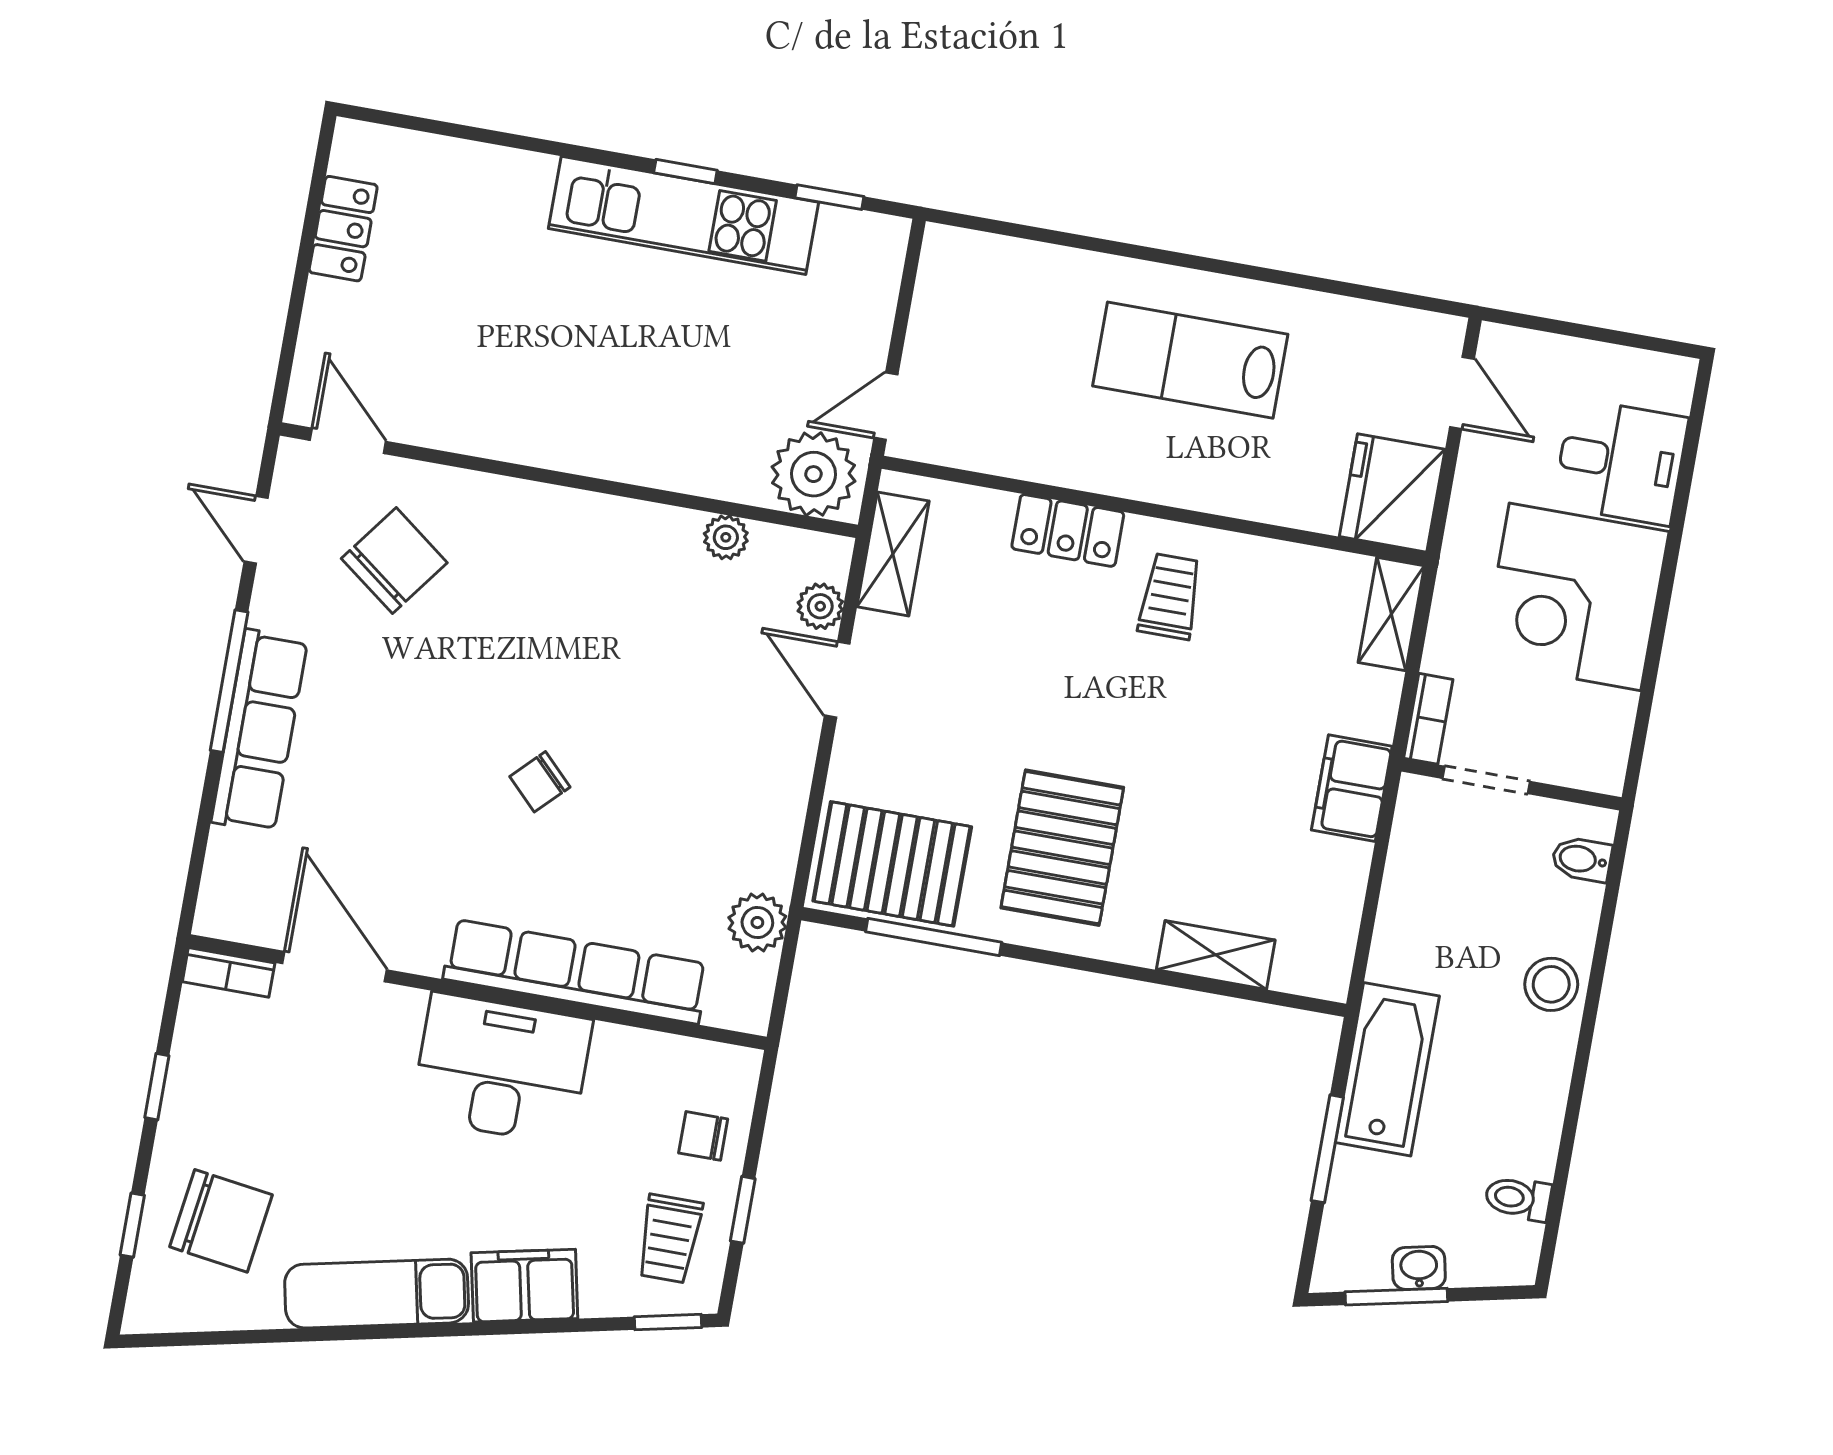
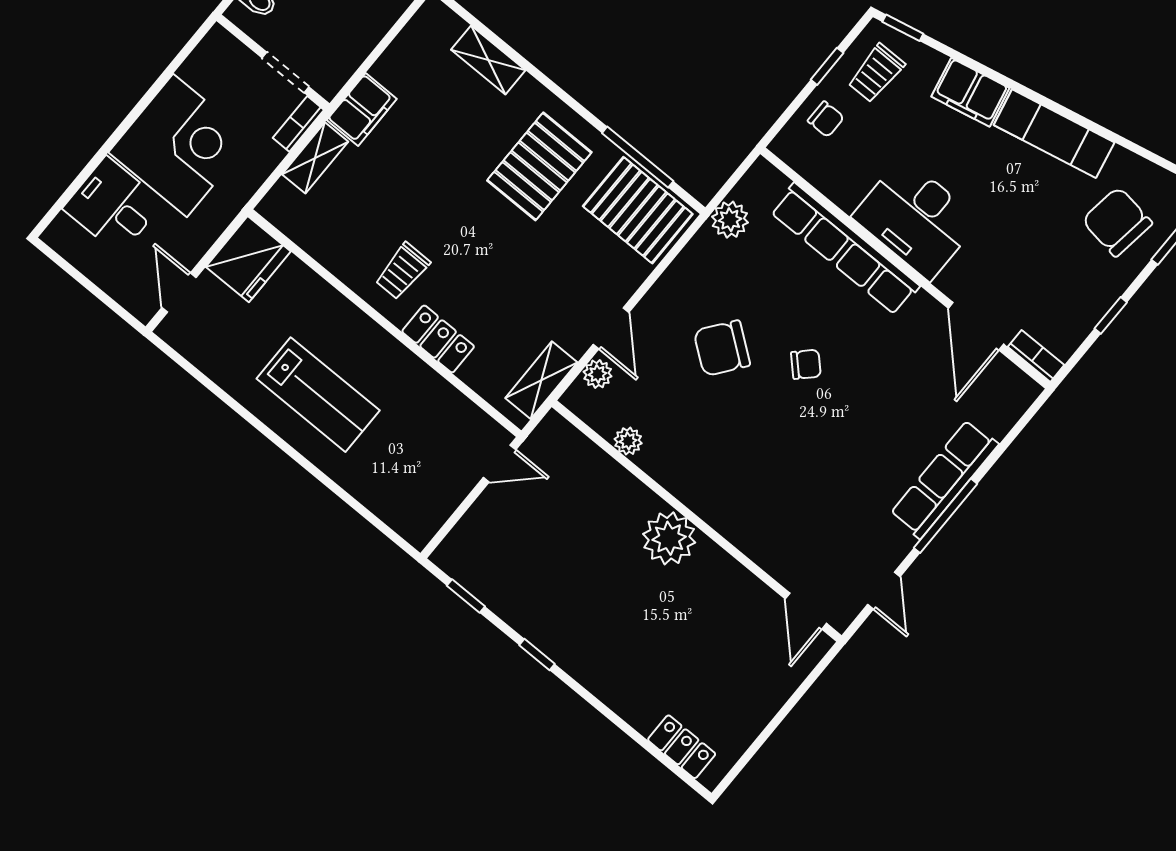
kitchen unit: (684, 215) -> (552, 631), removed
locker: (343, 229) -> (682, 747), moved, turned 90
plant: (814, 474) -> (669, 538), moved
chair: (394, 561) -> (722, 348), moved
shelving: (1391, 614) -> (315, 158), moved
trolley: (669, 1239) -> (876, 73), turned 180

